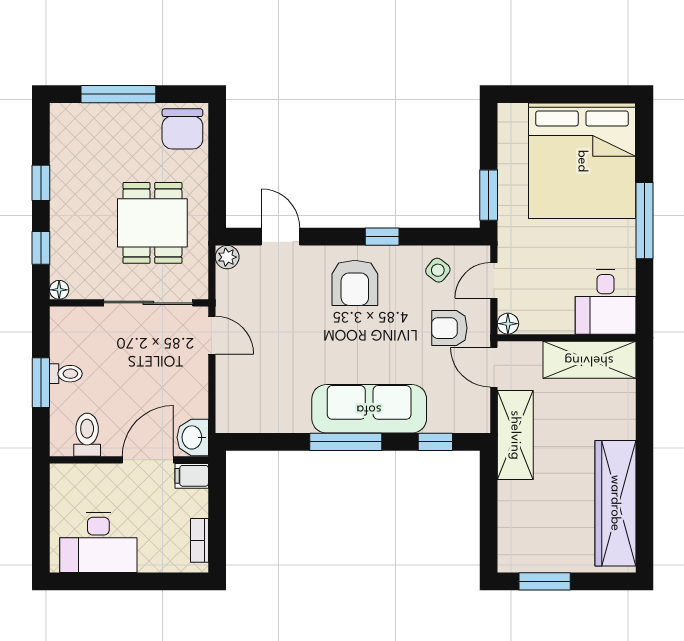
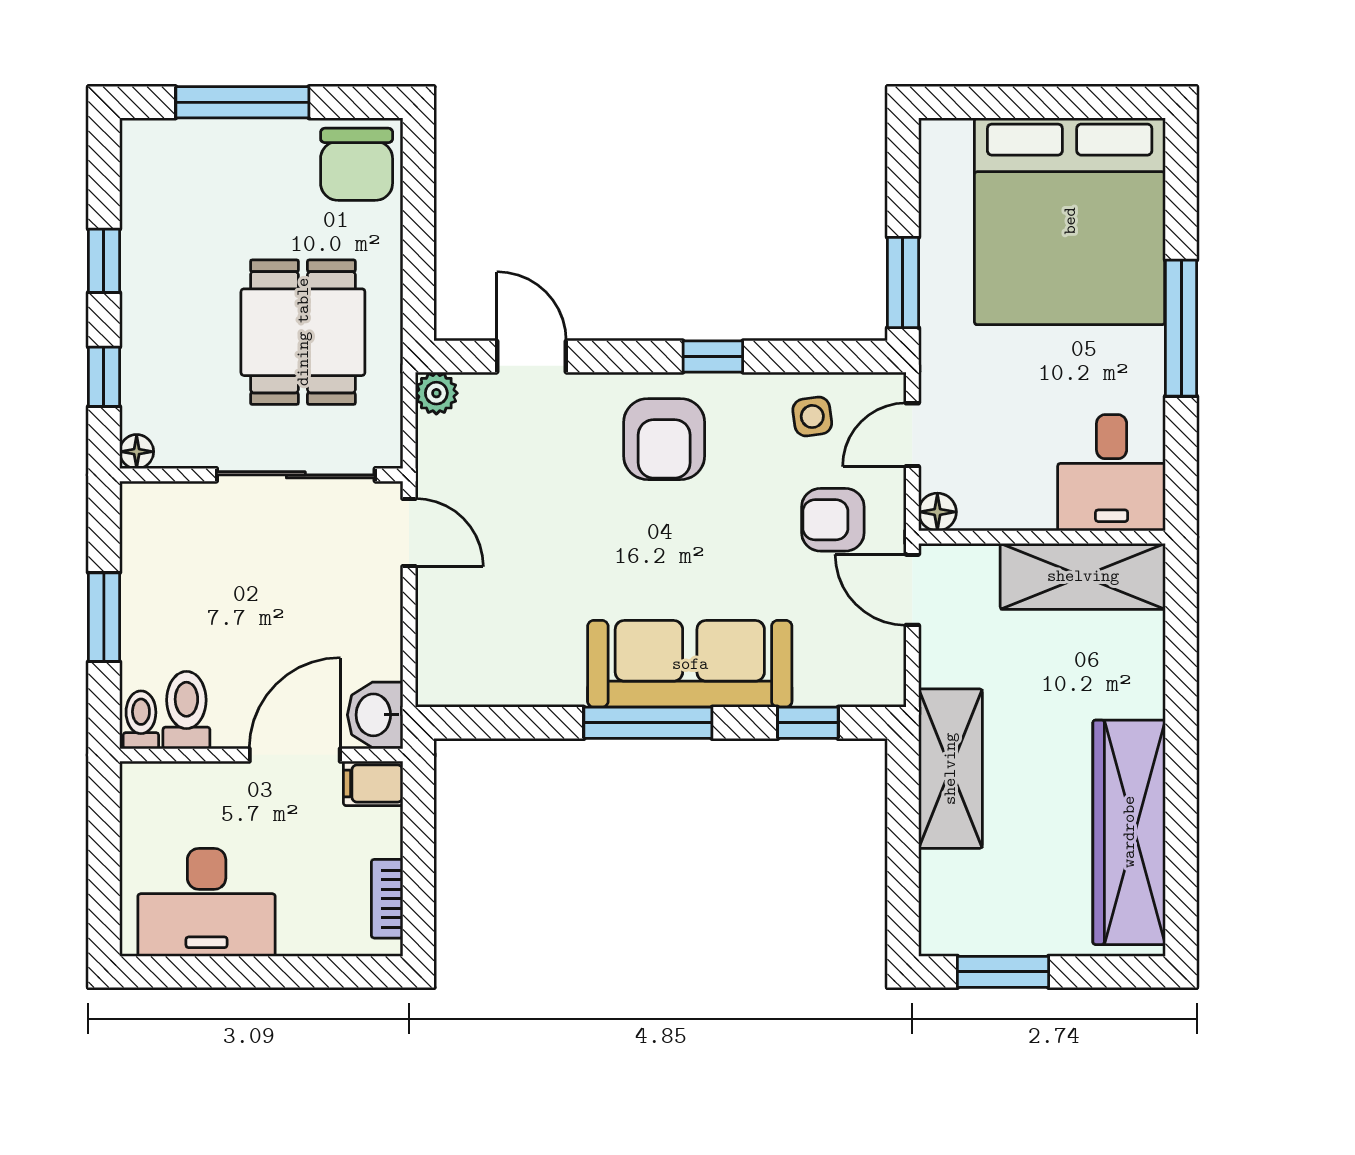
side table: (438, 270) -> (812, 416), turned 45
toilet: (66, 374) -> (141, 720), moved, turned -90
shelving: (515, 435) -> (950, 769), moved

